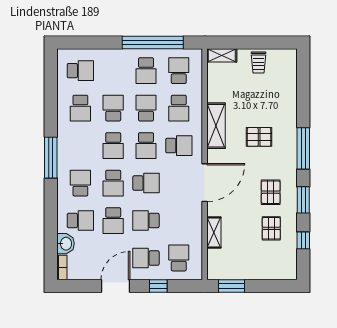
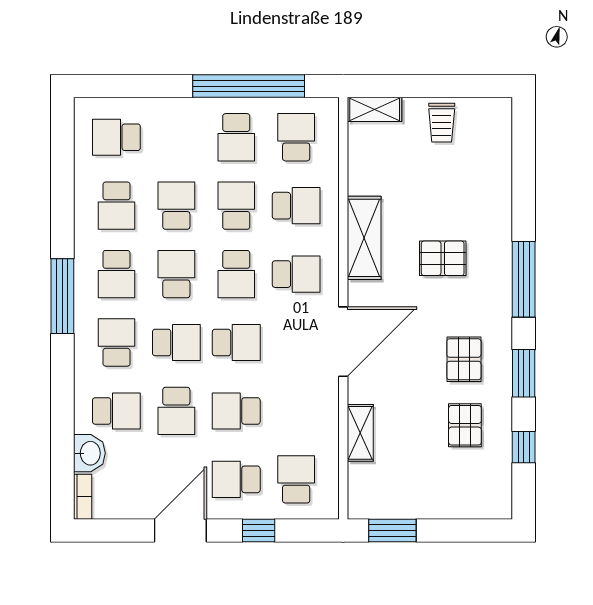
school desk: (80, 71) -> (116, 137), turned 180
school desk: (179, 108) -> (296, 206), turned -90
school desk: (80, 146) -> (116, 274), added
school desk: (113, 146) -> (176, 274), turned 180
school desk: (113, 183) -> (176, 343), turned -90

